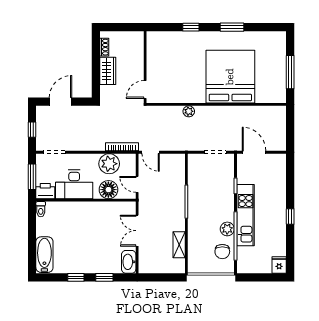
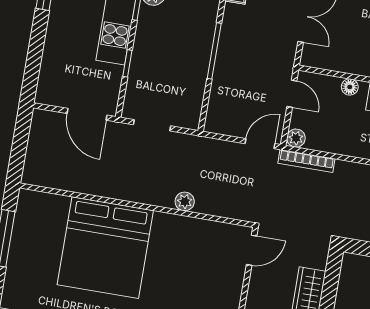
door: (151, 152) -> (260, 144), hinge flipped
plant: (109, 164) -> (296, 138), moved, width x0.53, depth x0.53
floor lamp: (108, 190) -> (350, 87), width x0.53, depth x0.53

